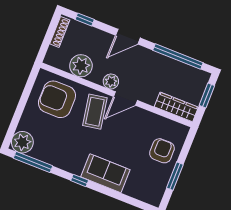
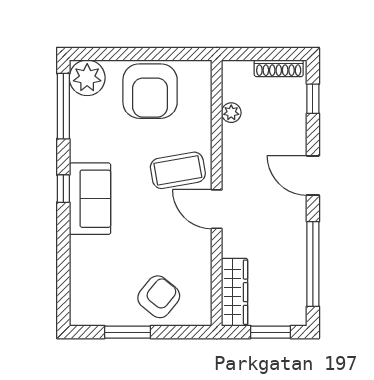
plant: (81, 66) -> (231, 113), width x0.53, depth x0.53
plant: (111, 81) -> (234, 177), removed
armchair: (57, 99) -> (150, 91), moved, turned 180
armchair: (162, 151) -> (159, 297), turned -51
sofa: (105, 173) -> (90, 199), moved

